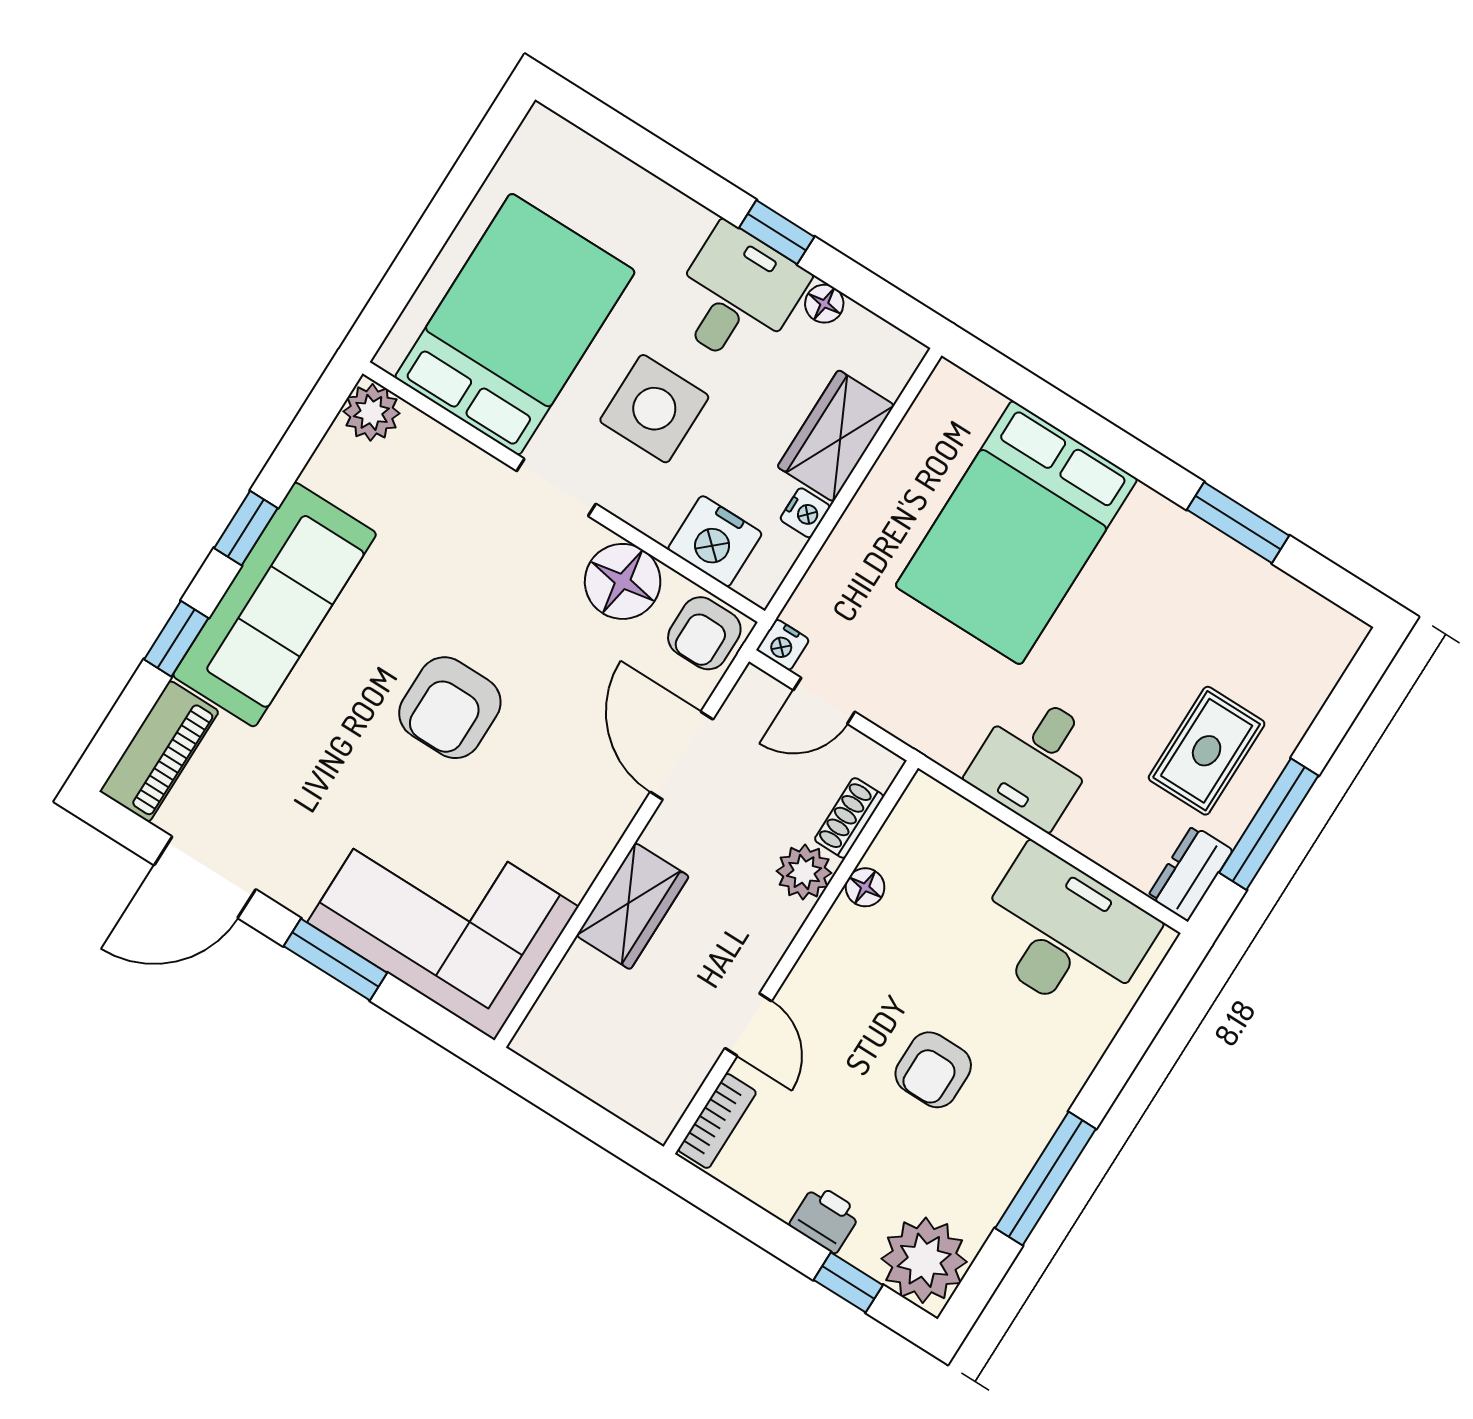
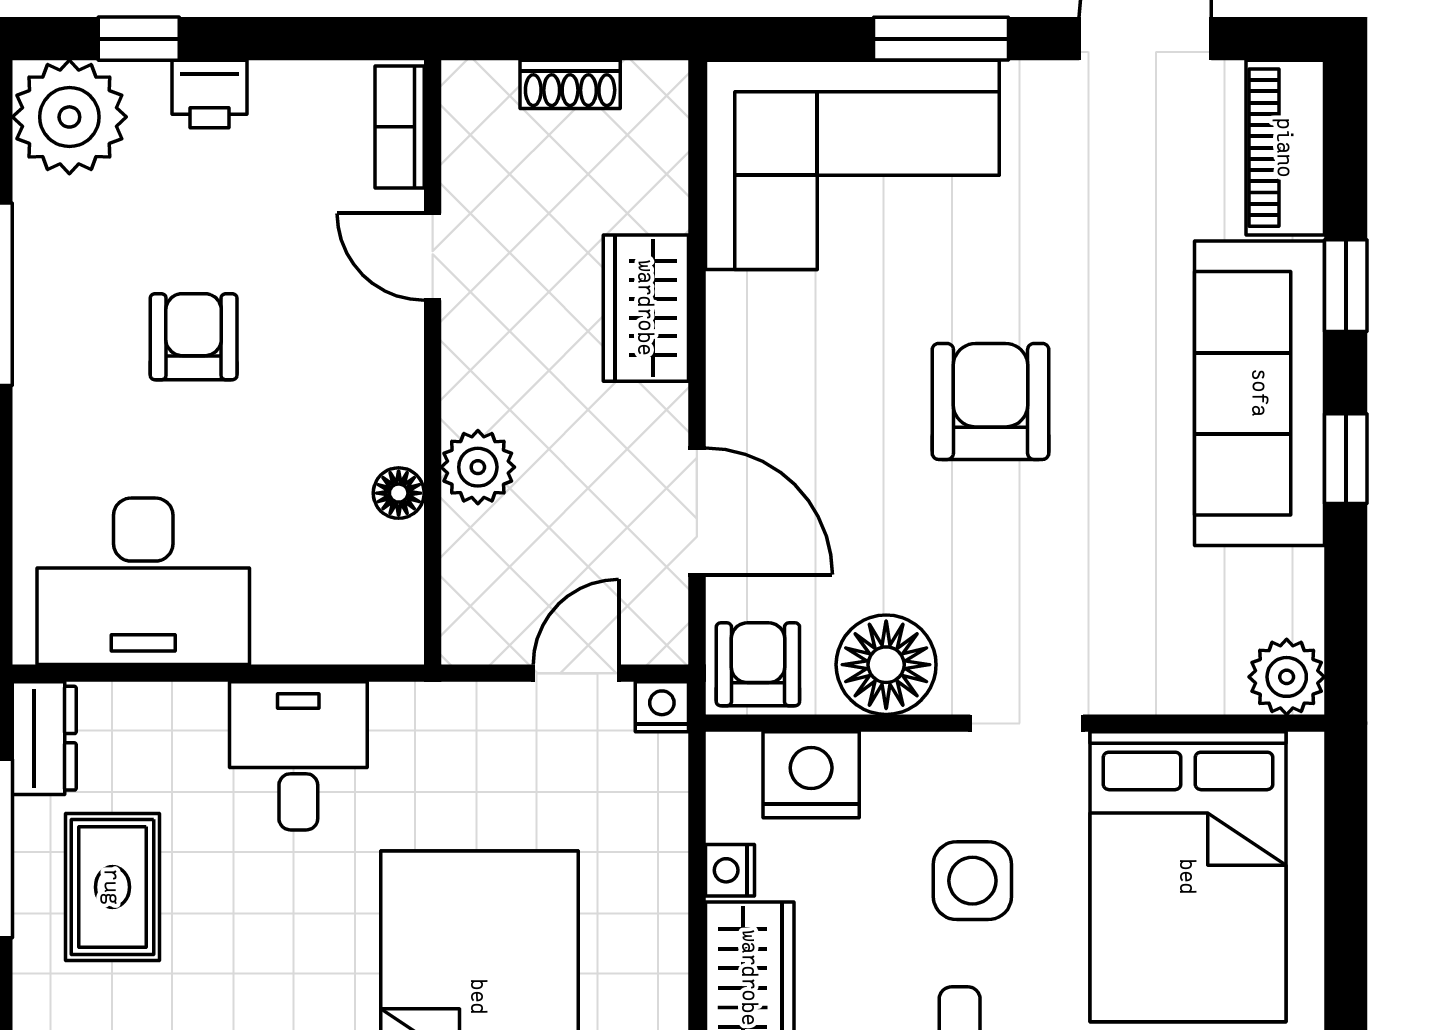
side table: (654, 409) -> (972, 881), width x0.73, depth x0.73
shoe rack: (849, 818) -> (570, 84), moved, turned 90

